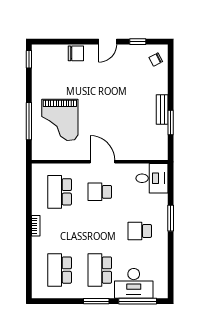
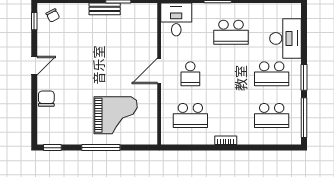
door: (108, 42) -> (34, 66), hinge flipped
window: (138, 42) -> (34, 21), moved
window: (29, 121) -> (101, 148), moved
school desk: (140, 231) -> (231, 32), width x1.85
window: (138, 301) -> (304, 118), moved

